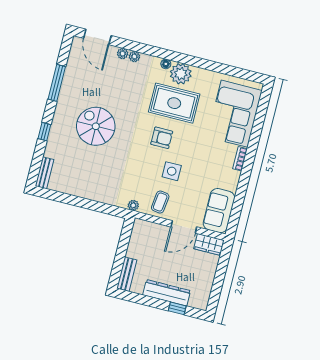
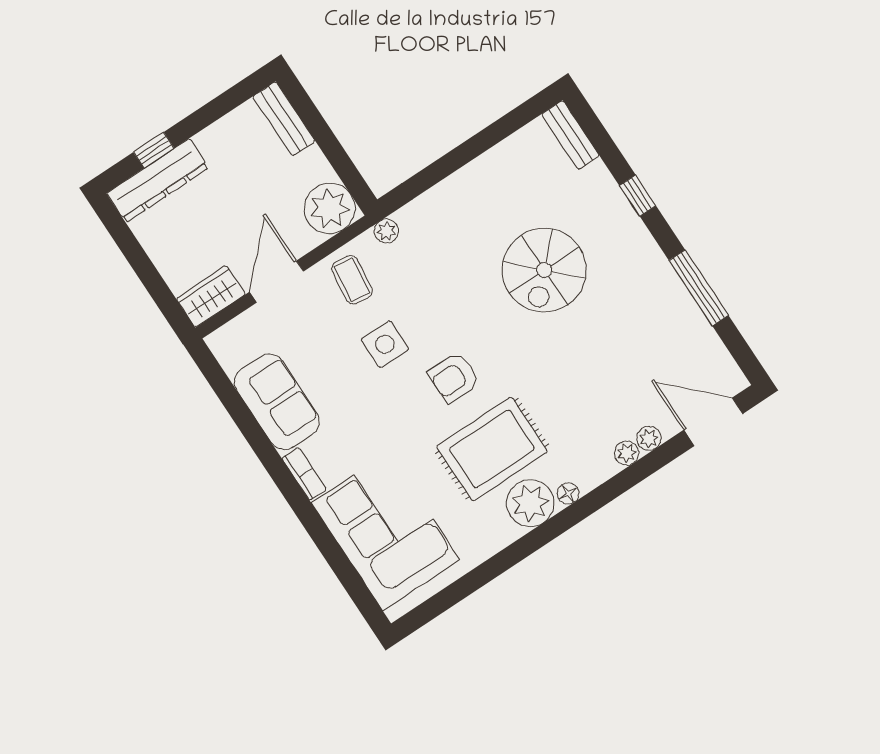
spiral stairs: (96, 126) -> (544, 270), moved, turned 90
sofa: (219, 211) -> (277, 402), moved
plant: (143, 231) -> (330, 208), added
dresser: (167, 293) -> (158, 181), moved

